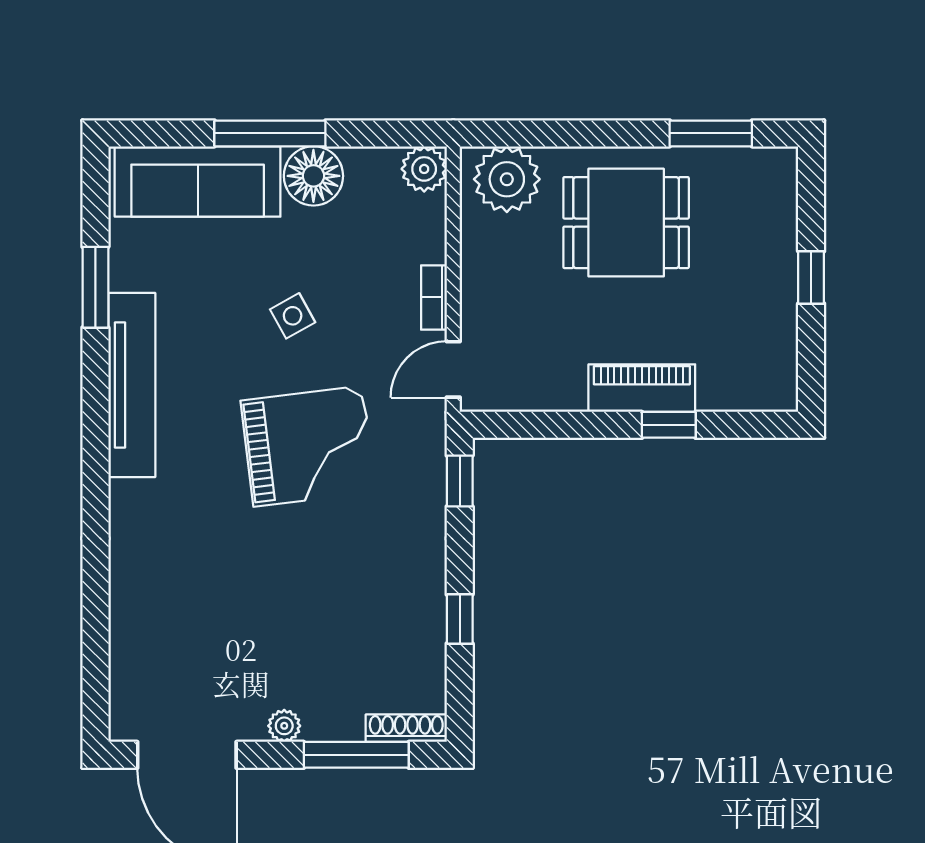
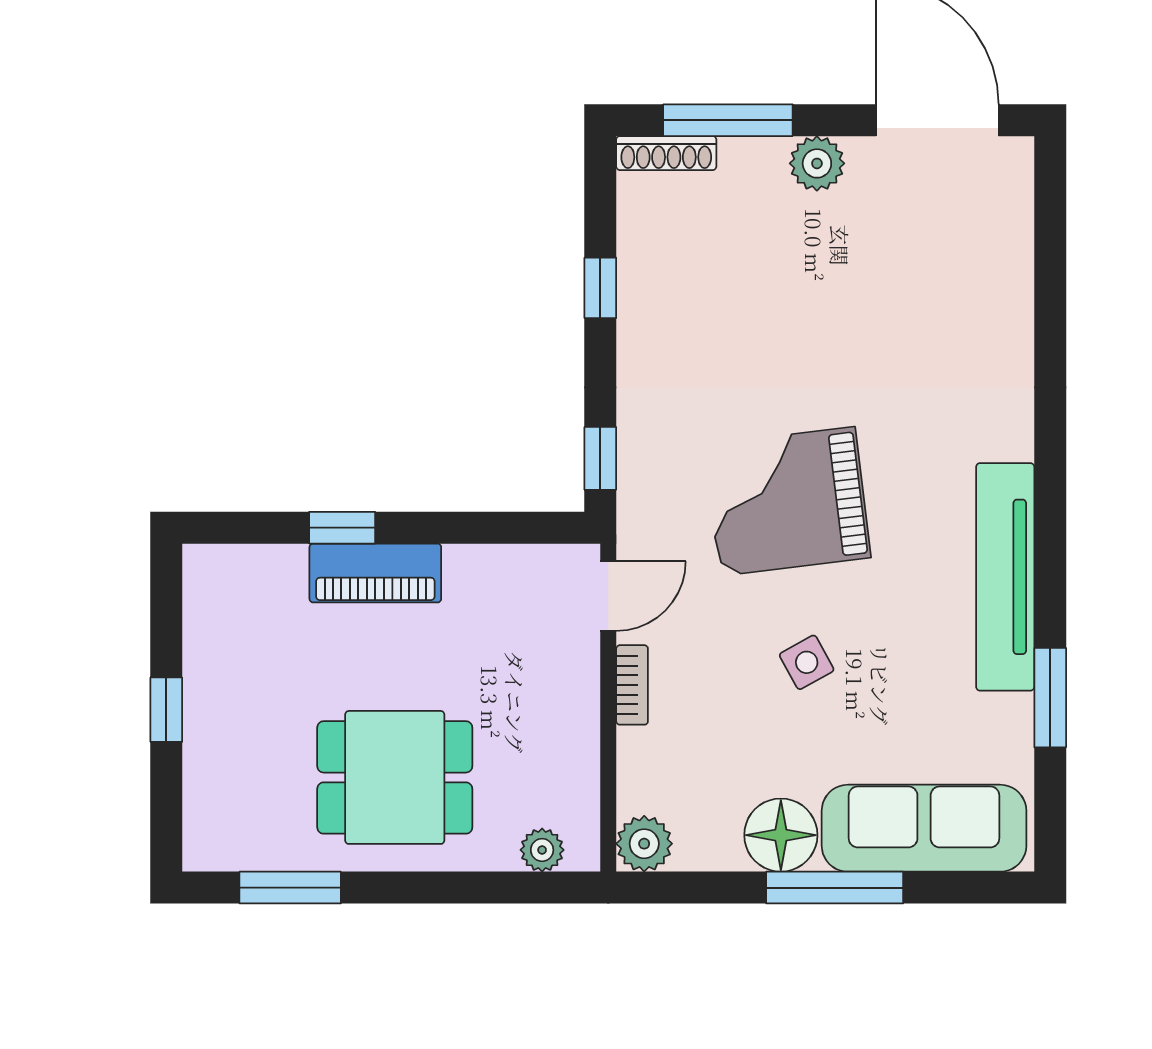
plant: (507, 179) -> (542, 850), width x0.53, depth x0.53
plant: (284, 726) -> (817, 163), width x1.38, depth x1.38

